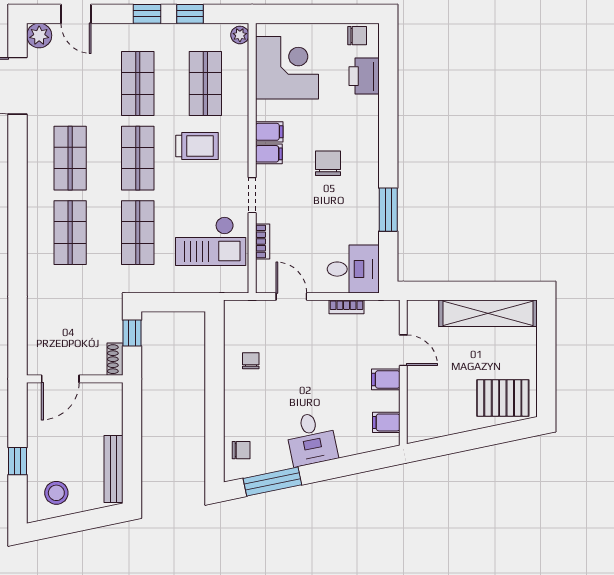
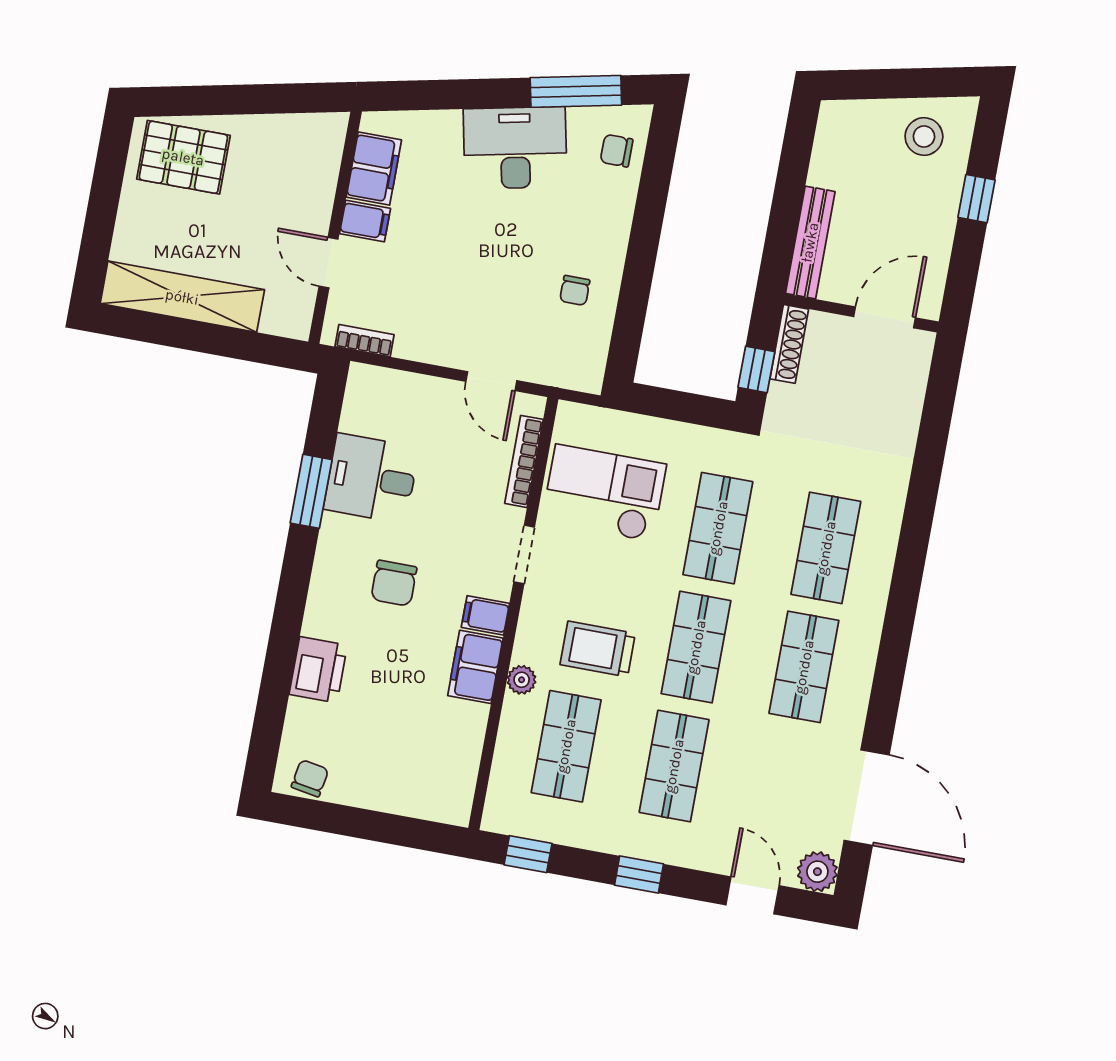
window: (190, 14) -> (528, 854), moved
plant: (240, 35) -> (522, 680), moved
chair: (357, 36) -> (310, 778), turned 100
corner desk: (287, 68) -> (431, 747), removed
printer: (364, 76) -> (318, 670), moved
filing cabinet: (269, 132) -> (475, 667), width x2.00
bookcase: (263, 241) -> (524, 461), width x1.56
desk: (353, 269) -> (371, 478), moved
bookcase: (347, 307) -> (365, 341), moved
shoe rack: (115, 359) -> (789, 344), width x1.43
filing cabinet: (386, 422) -> (374, 169), width x2.00
desk: (311, 439) -> (515, 148), width x1.37
bench: (113, 469) -> (810, 242), moved

